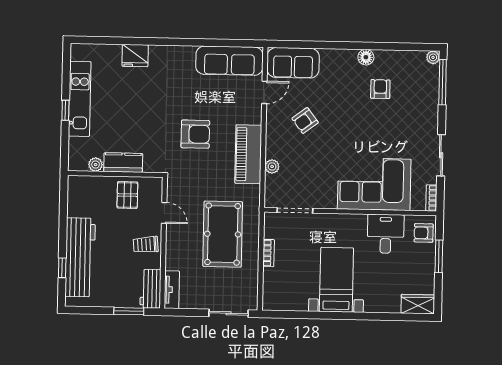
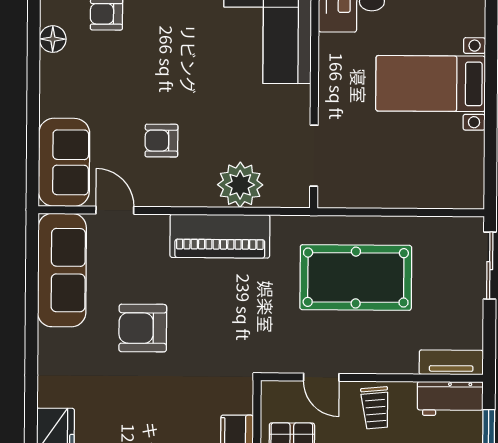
armchair: (305, 121) -> (161, 141), turned 127
armchair: (195, 134) -> (143, 328), moved, turned -90
plant: (272, 166) -> (240, 185), width x1.88, depth x1.88
door: (164, 213) -> (321, 377), swing flipped
bookcase: (269, 253) -> (387, 199), removed

